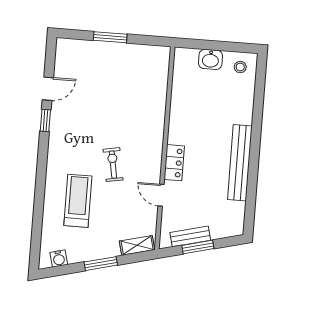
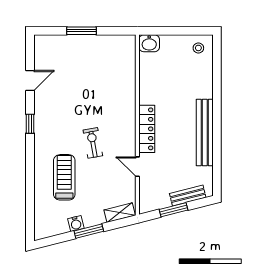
washbasin: (210, 59) -> (149, 43), moved
window: (45, 120) -> (30, 124), moved
locker: (174, 163) -> (147, 129), width x1.53
bench: (190, 236) -> (188, 195), moved
water cooler: (59, 259) -> (76, 223), moved

